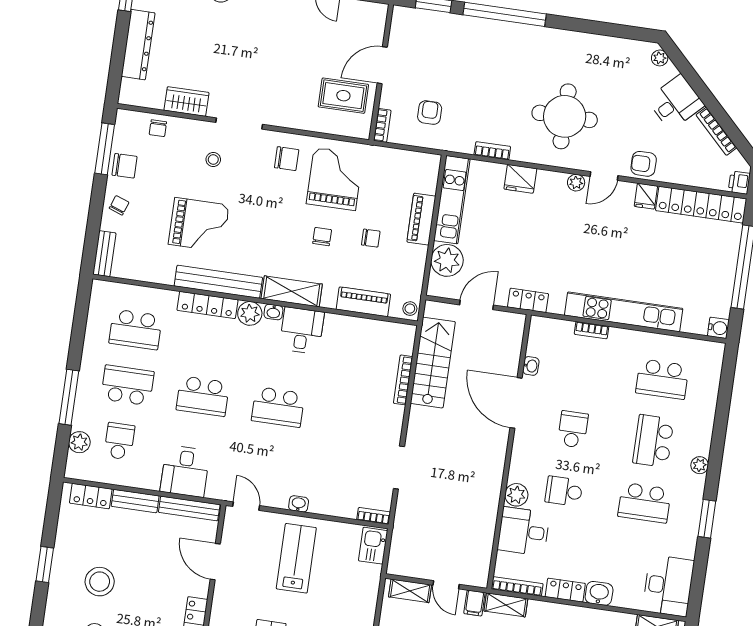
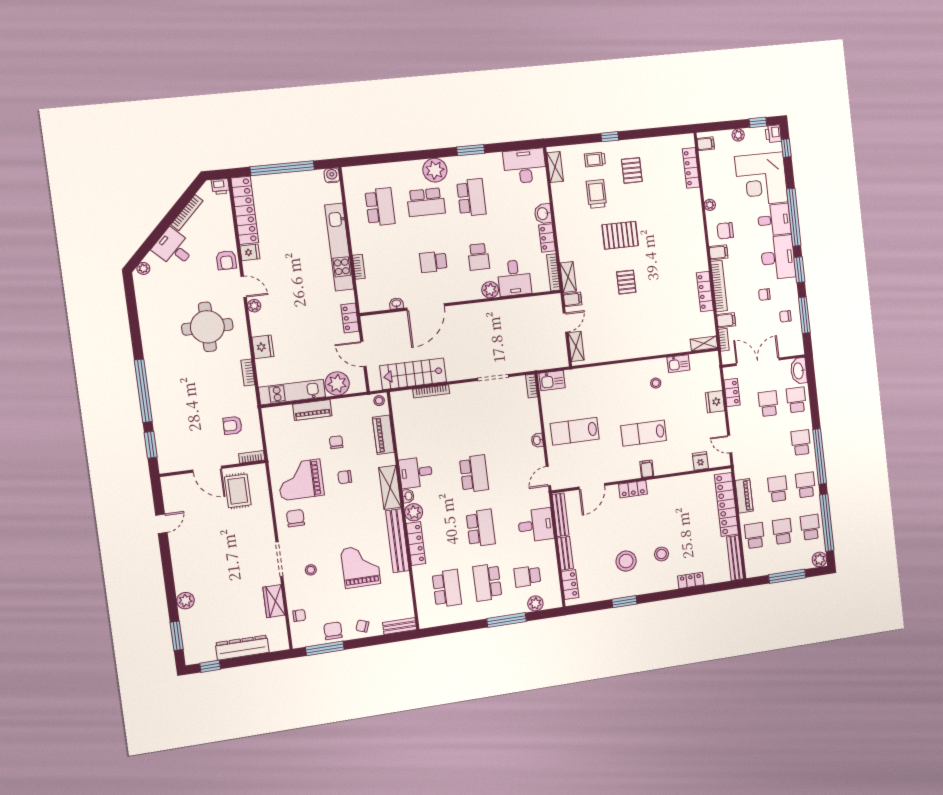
plant: (700, 465) -> (435, 170), width x1.87, depth x1.87

